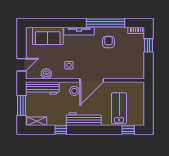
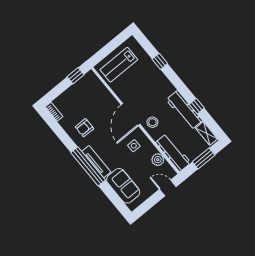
window: (105, 23) -> (88, 166), moved
window: (149, 45) -> (76, 76), moved
door: (92, 80) -> (131, 115), swing flipped
lab bench: (119, 108) -> (119, 65), moved
workbench: (84, 119) -> (184, 110), moved
window: (128, 130) -> (160, 61), moved

